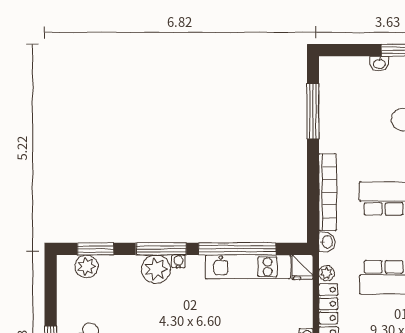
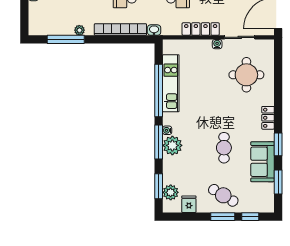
fridge: (303, 267) -> (189, 204), moved, turned -90
plant: (327, 273) -> (79, 30), moved

